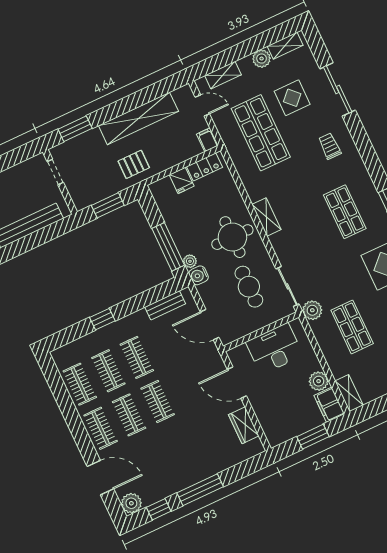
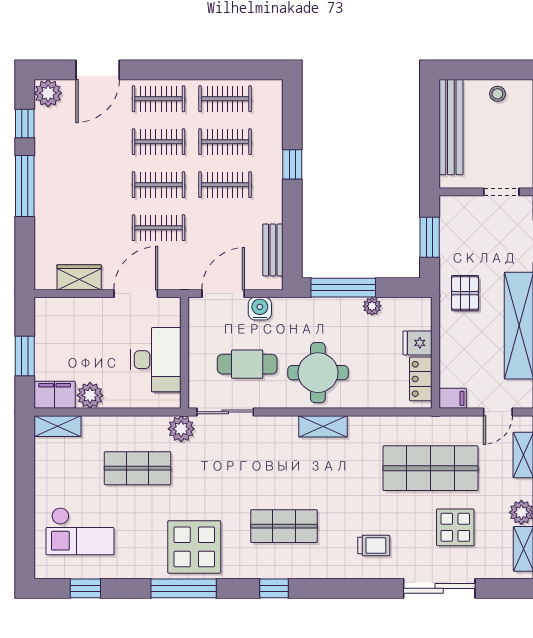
plant: (190, 261) -> (372, 306), moved
water cooler: (199, 275) -> (260, 309), moved
clothes rail: (186, 388) -> (159, 228), added

